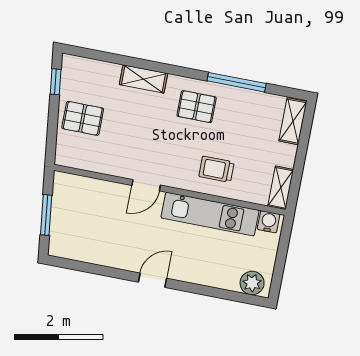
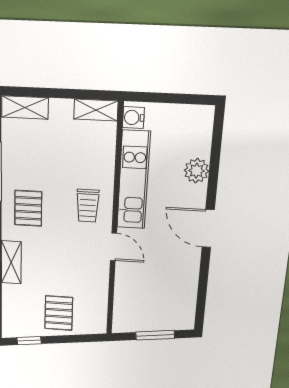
trolley: (216, 169) -> (88, 206), moved
door: (153, 280) -> (208, 228), width x1.38
plant: (252, 283) -> (197, 171), moved

